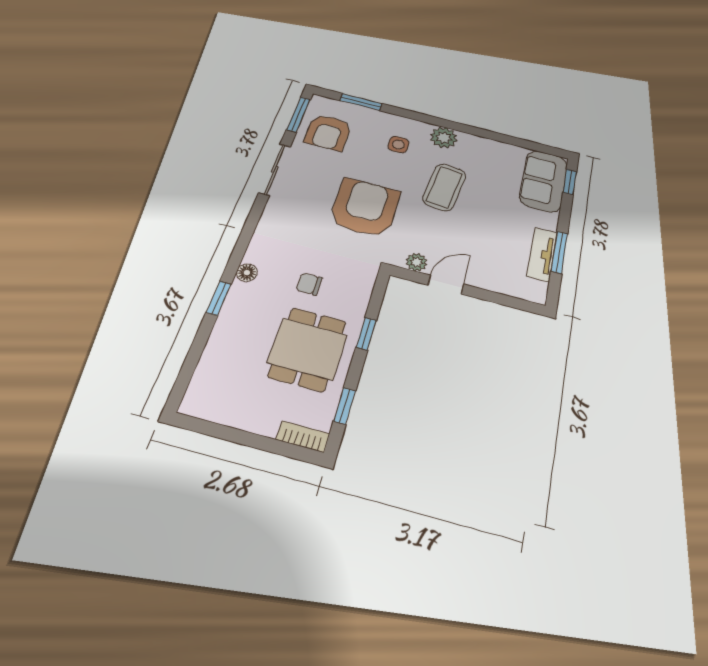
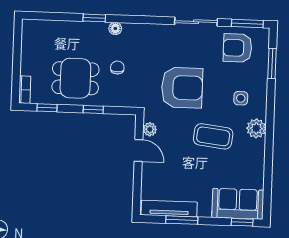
tv unit: (542, 254) -> (169, 209), width x1.41

